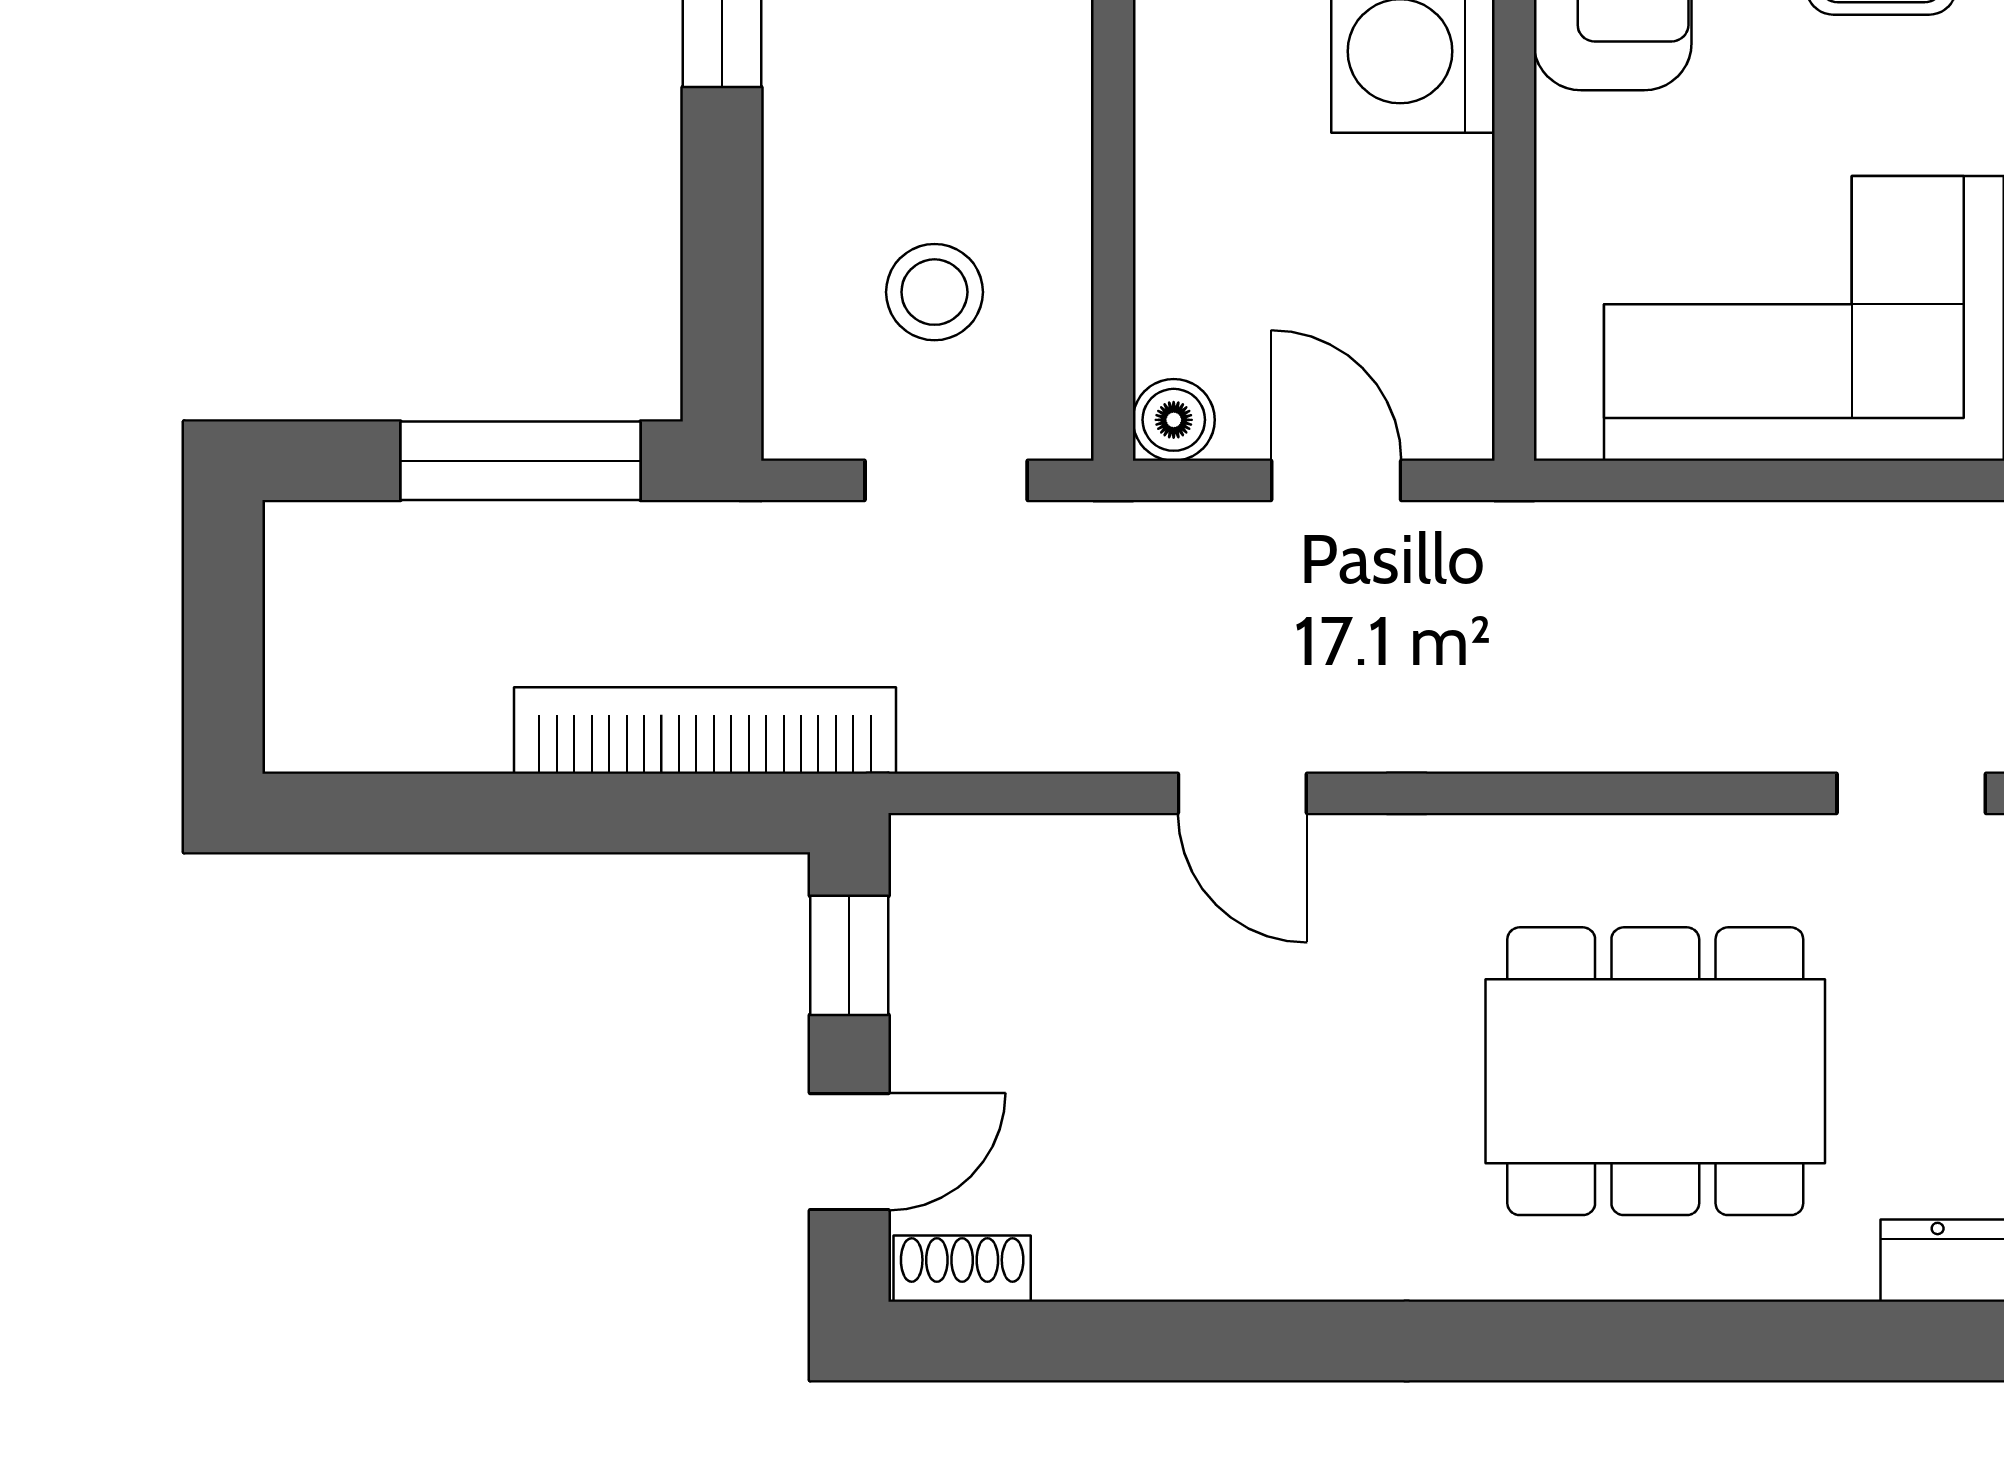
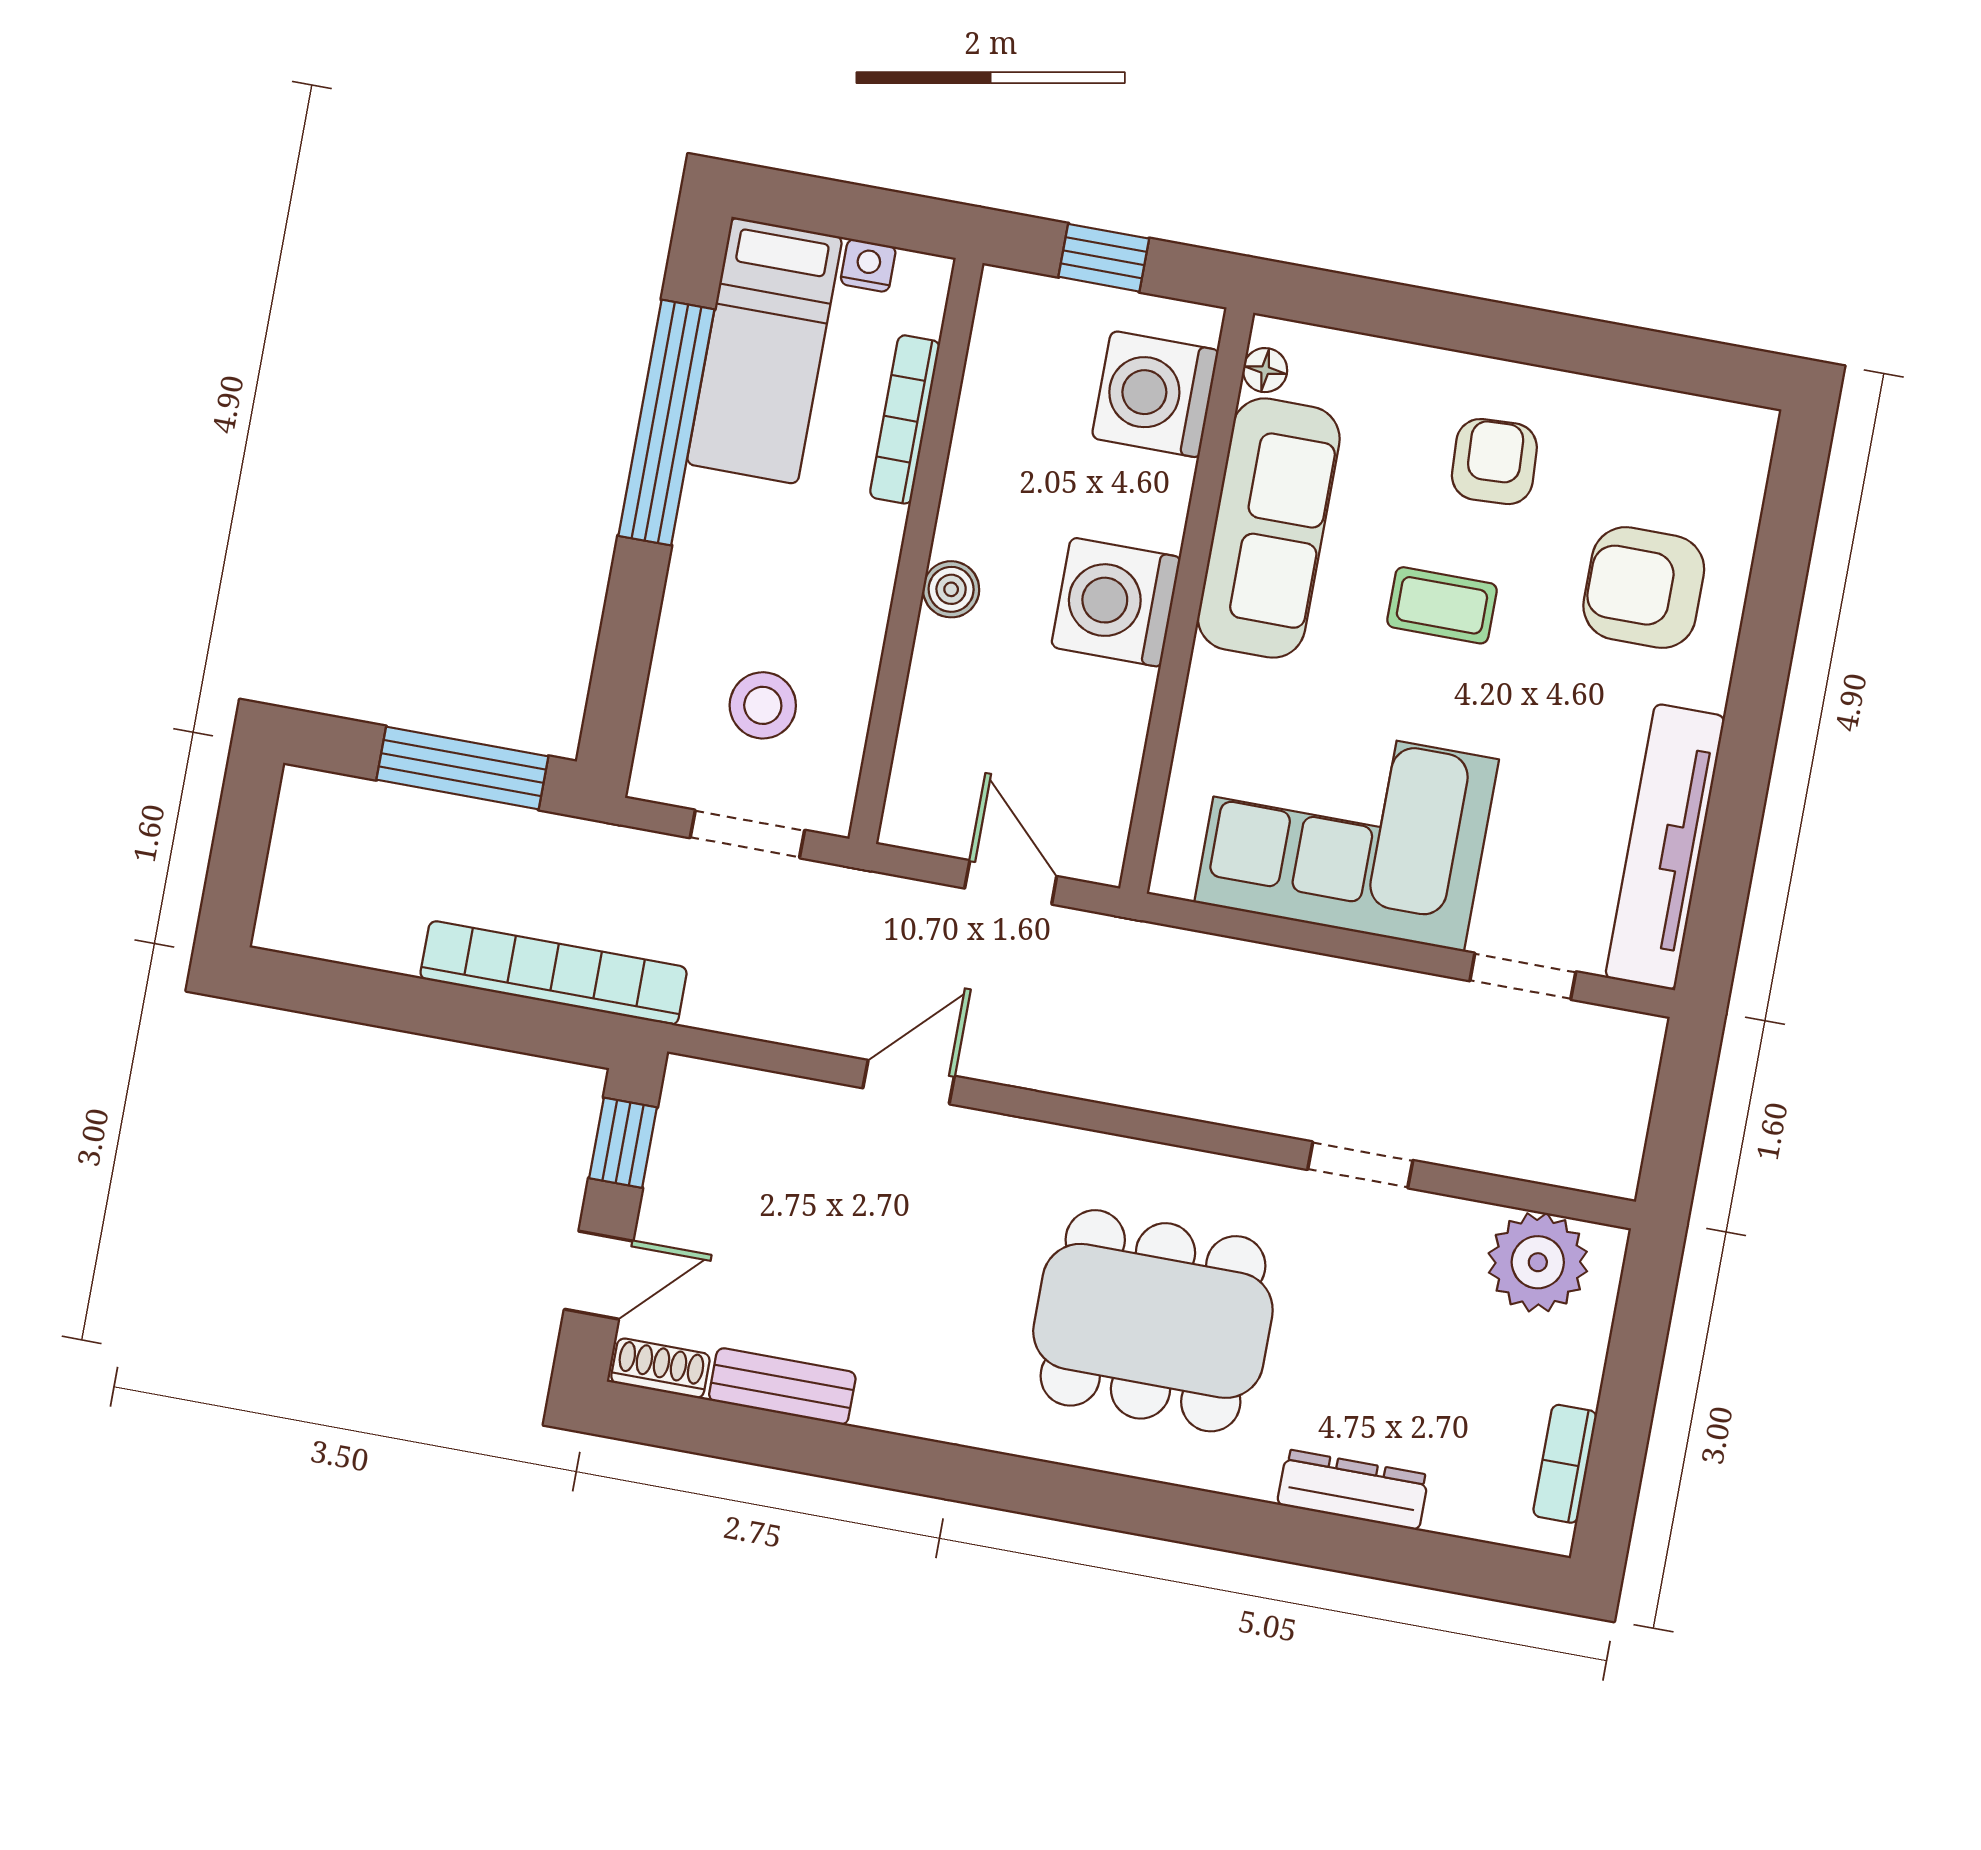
boiler: (1174, 420) -> (951, 589), moved
door: (1242, 793) -> (909, 1082), swing flipped
bench: (1142, 1263) -> (782, 1386), added

